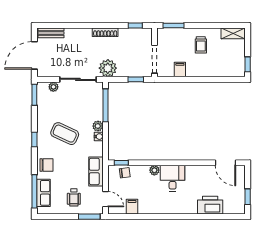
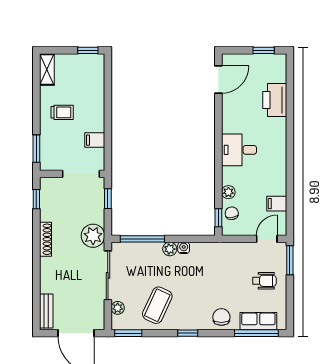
coffee table: (65, 134) -> (157, 305), moved
plant: (154, 170) -> (228, 192), moved
row of seats: (96, 171) -> (230, 251), removed

